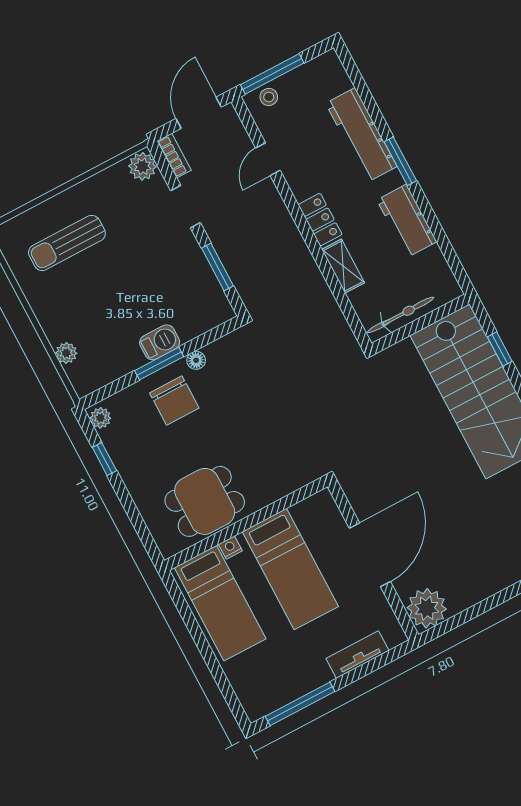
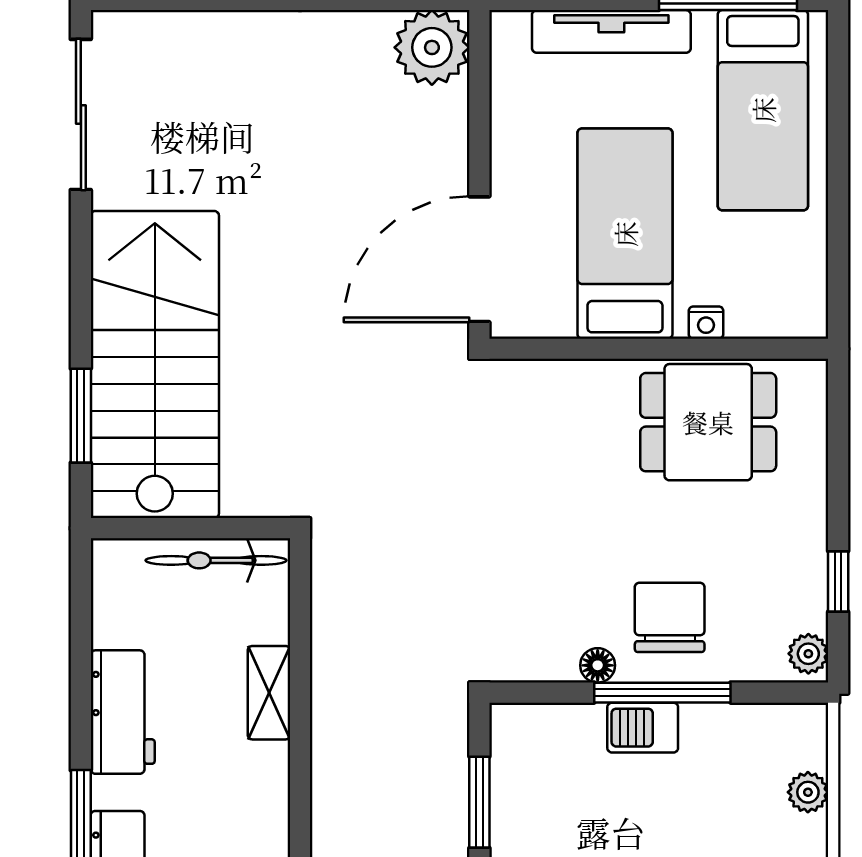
locker: (320, 220) -> (266, 791), removed
window: (500, 349) -> (81, 416), width x1.50
window: (159, 364) -> (662, 693), width x1.44
door: (370, 555) -> (479, 259), moved
bed: (220, 603) -> (763, 110), moved, turned 180
tv unit: (357, 655) -> (611, 31), width x1.41

